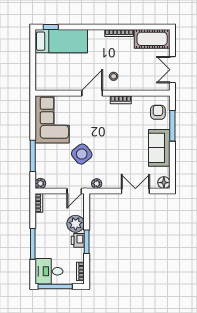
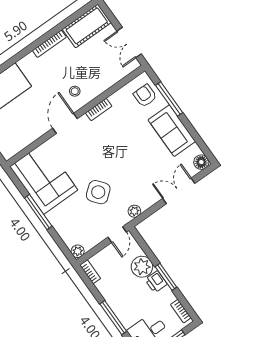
window: (33, 156) -> (38, 212), moved

